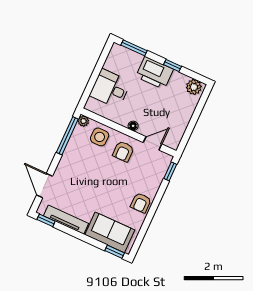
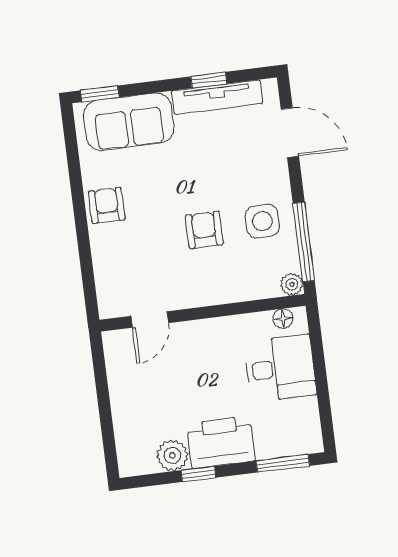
plant: (194, 87) -> (172, 455), moved
floor lamp: (133, 126) -> (283, 319), moved
side table: (100, 137) -> (262, 221), moved
armchair: (123, 151) -> (204, 230), moved
window: (170, 171) -> (90, 290), removed
window: (46, 220) -> (209, 80), moved

